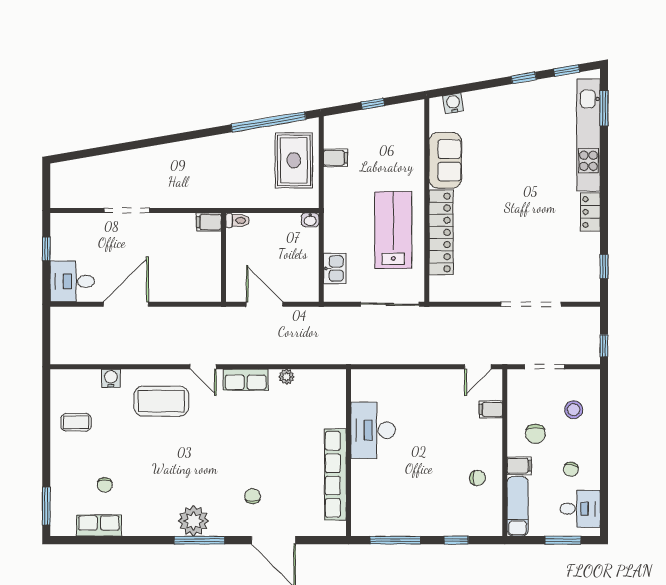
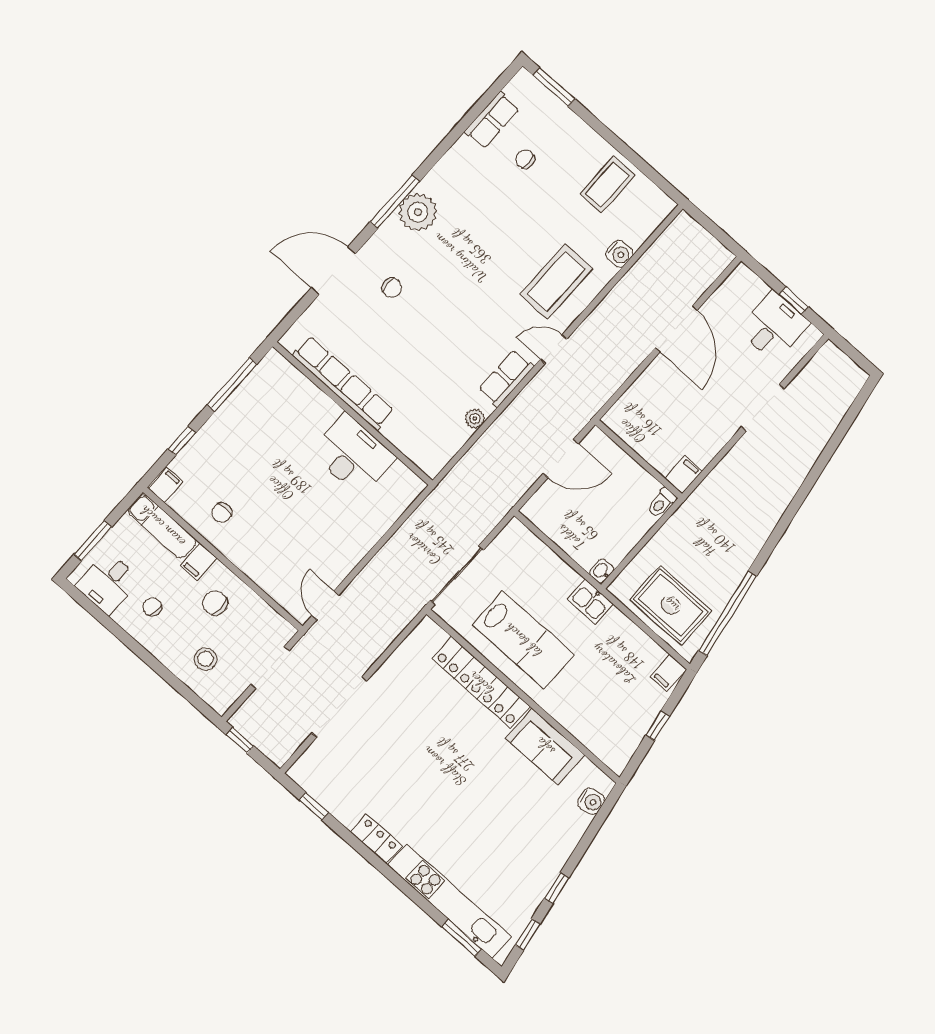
filing cabinet: (335, 158) -> (668, 673), moved
kitchen sink: (335, 269) -> (590, 602), moved
desk: (72, 281) -> (774, 326), moved
filing cabinet: (491, 409) -> (166, 485), moved
coffee table: (76, 422) -> (607, 185), width x1.36, depth x1.30

